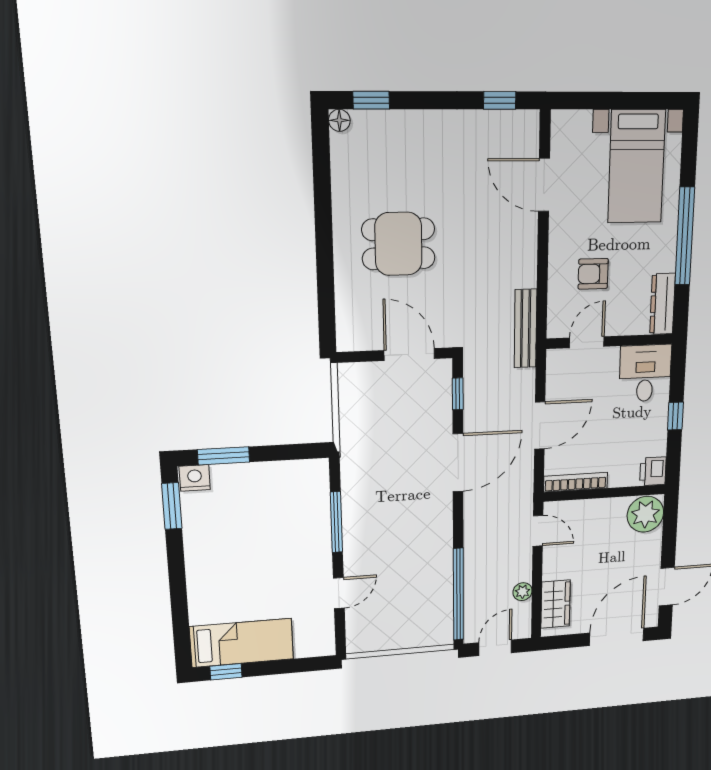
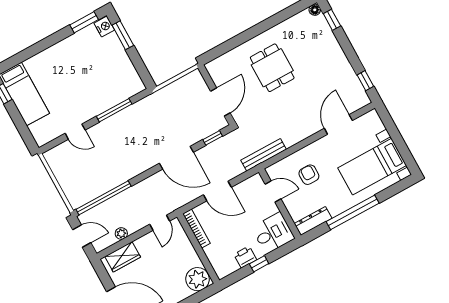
printer: (653, 471) -> (245, 257), moved

